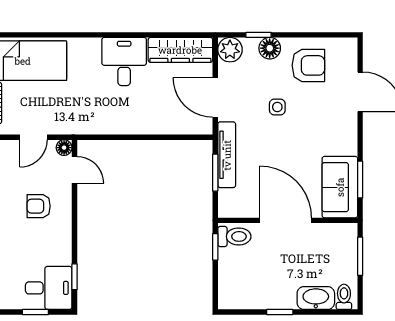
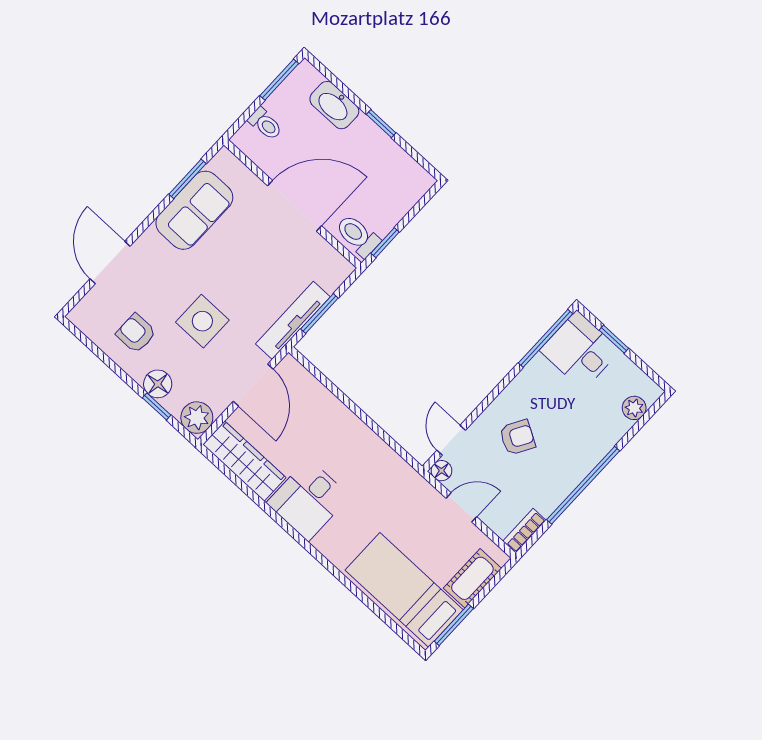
armchair: (308, 65) -> (136, 333), width x0.72, depth x0.72
side table: (277, 107) -> (202, 321), width x1.87, depth x1.87
sofa: (340, 187) -> (194, 210), moved
armchair: (39, 206) -> (517, 437), turned -60
door: (286, 220) -> (295, 206), swing flipped
window: (360, 256) -> (279, 80), moved
window: (74, 277) -> (546, 338), width x2.17
toilet: (344, 297) -> (265, 124), moved, turned -90

